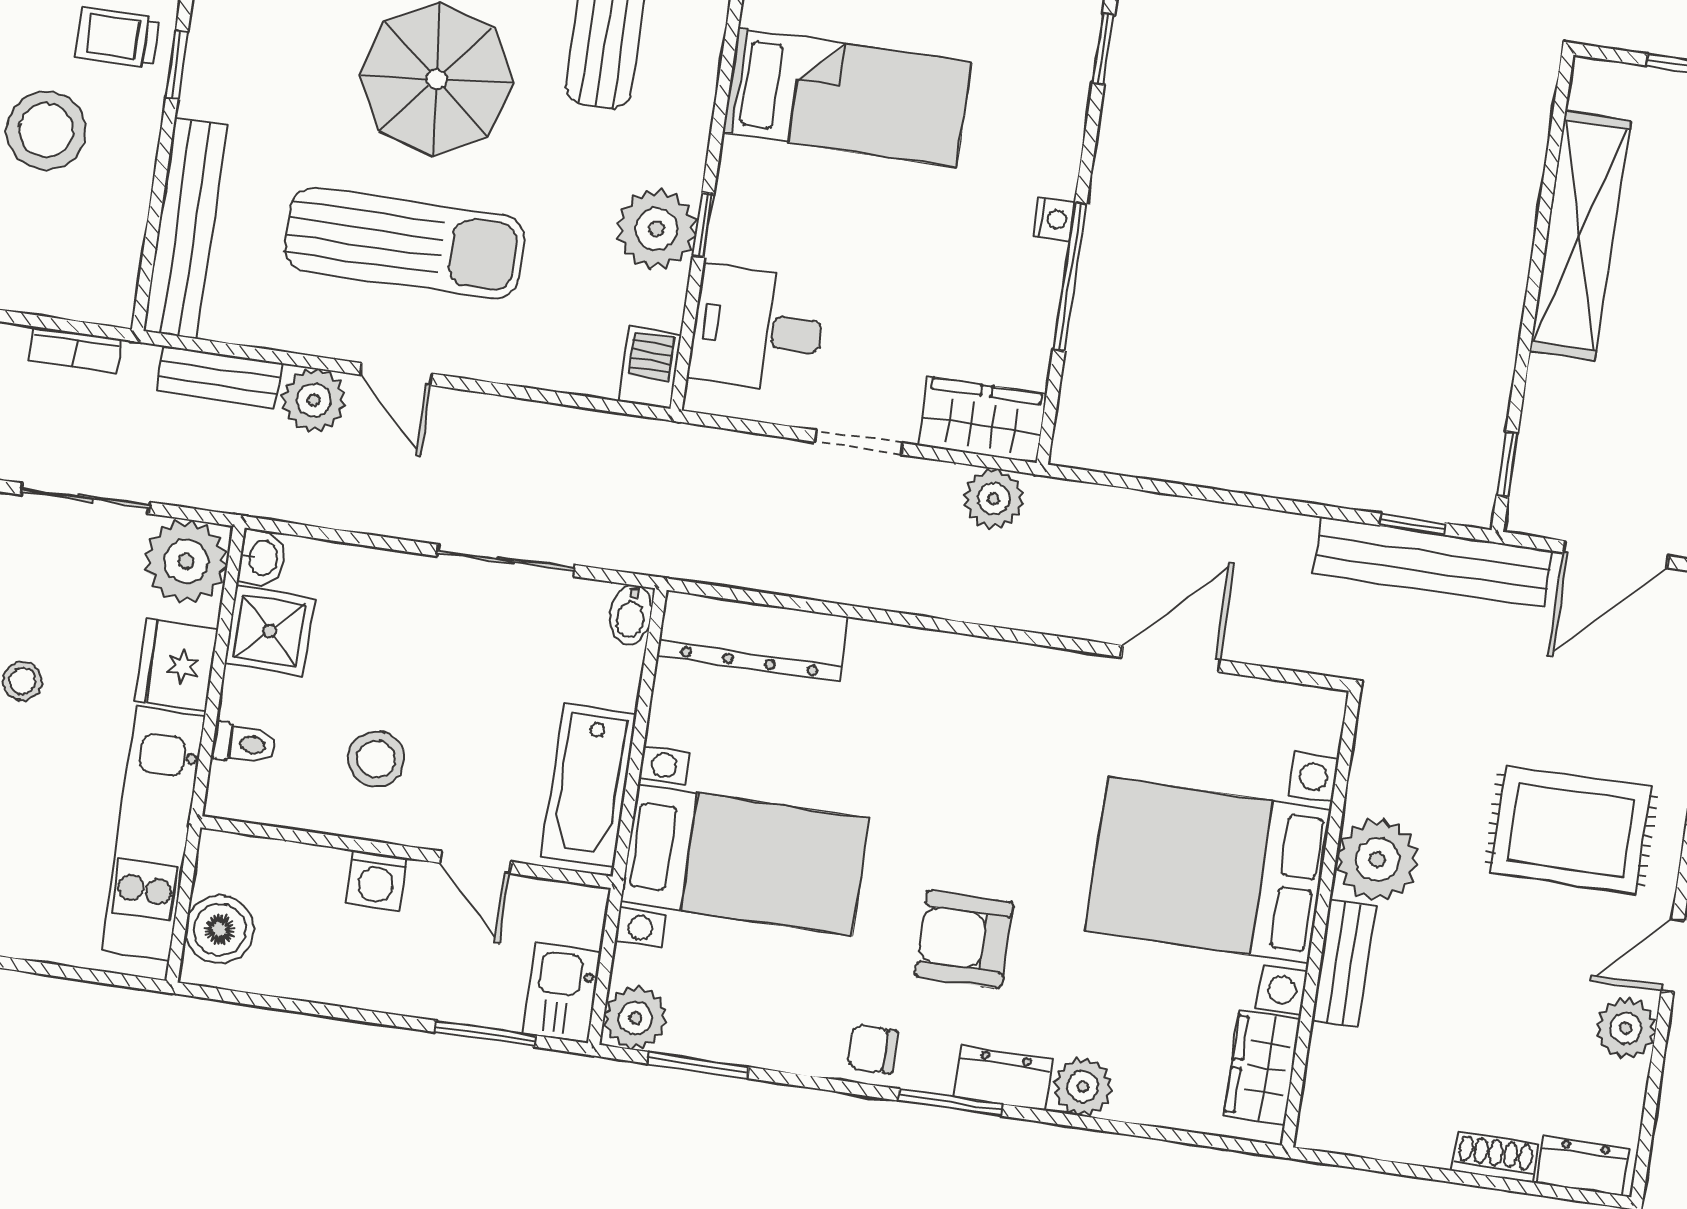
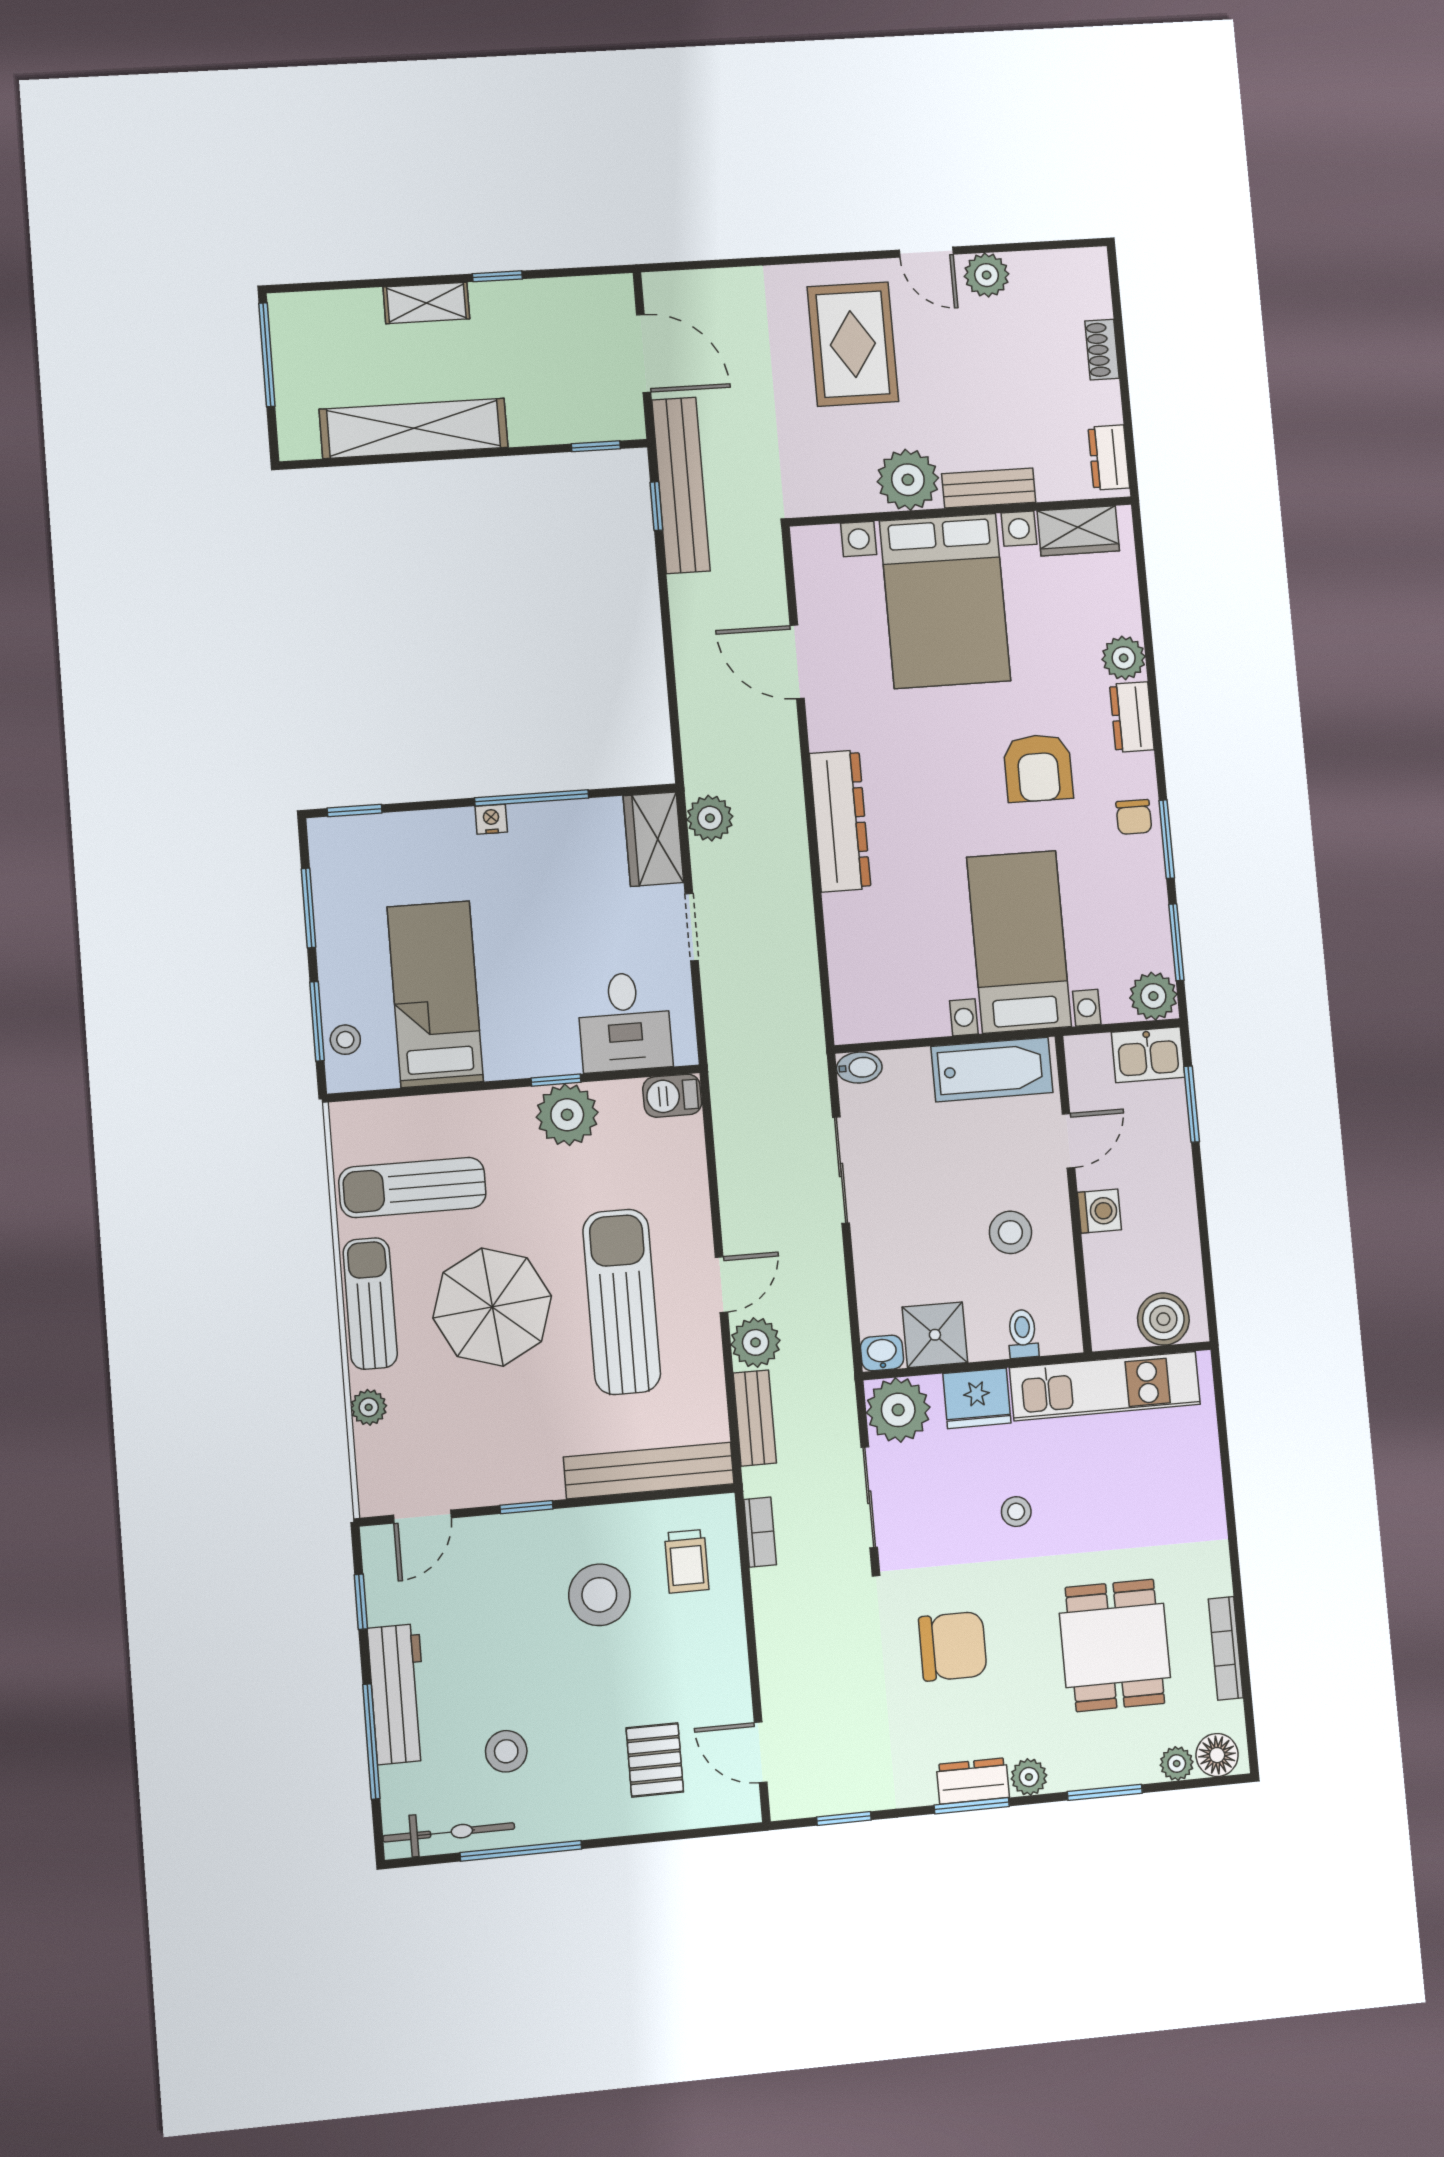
trolley: (118, 38) -> (687, 1561), moved
dresser: (753, 636) -> (840, 821), moved
window: (950, 1102) -> (1167, 839), moved
dresser: (1583, 1166) -> (1109, 457), moved

